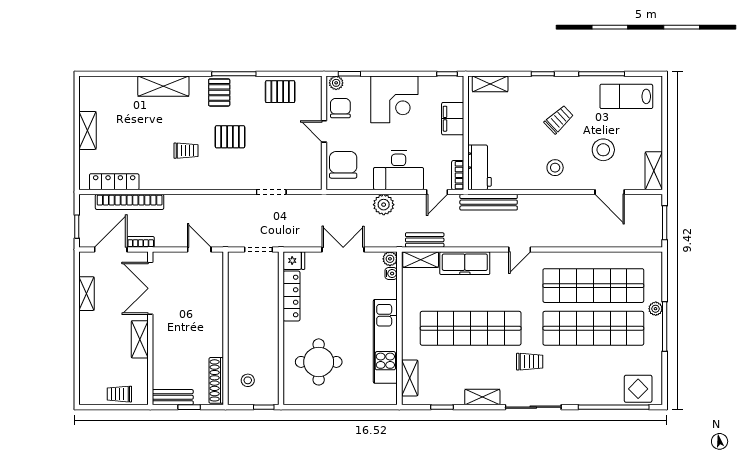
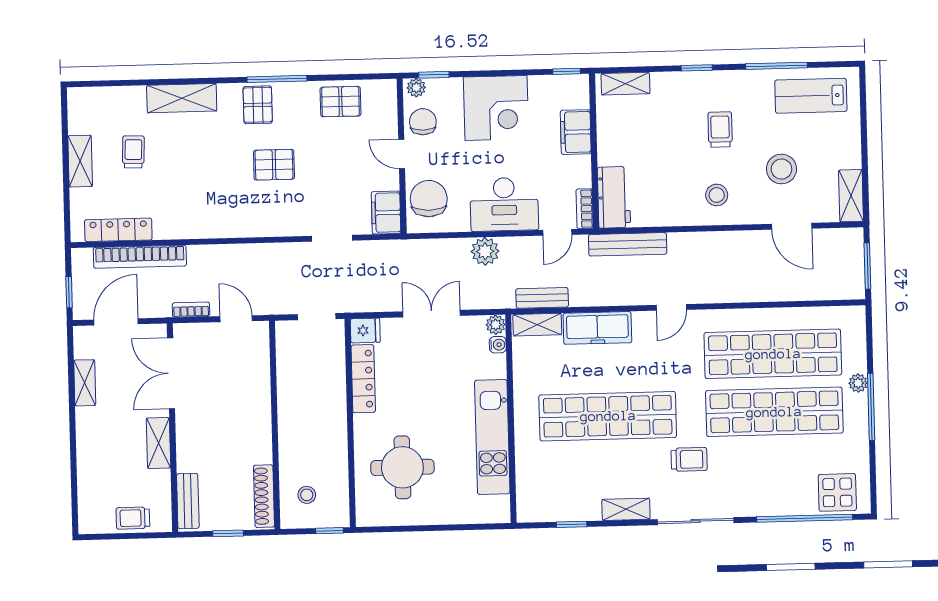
trolley: (559, 119) -> (720, 129), turned -47
trolley: (186, 151) -> (133, 152), moved, turned -88
filing cabinet: (311, 174) -> (386, 213), added
bookcase: (141, 242) -> (191, 310), moved
shelving: (410, 378) -> (527, 486), removed
bench: (173, 397) -> (188, 501), moved, turned 90

